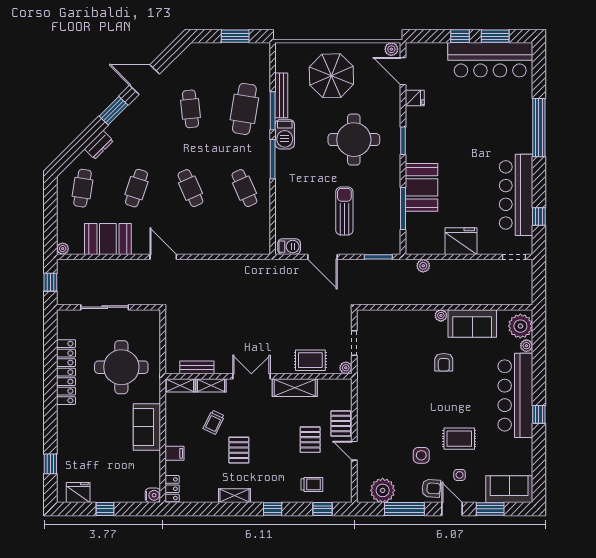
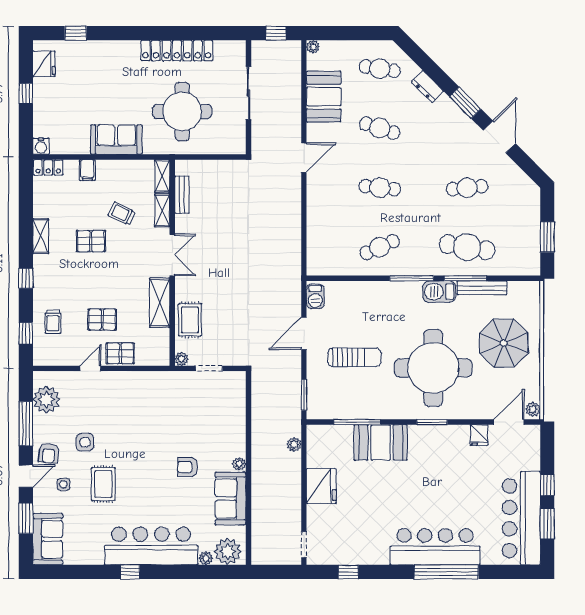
round table: (354, 140) -> (433, 368), width x1.36, depth x1.36
cafe table: (190, 188) -> (380, 188), turned 30
bar counter: (516, 195) -> (435, 547), moved

